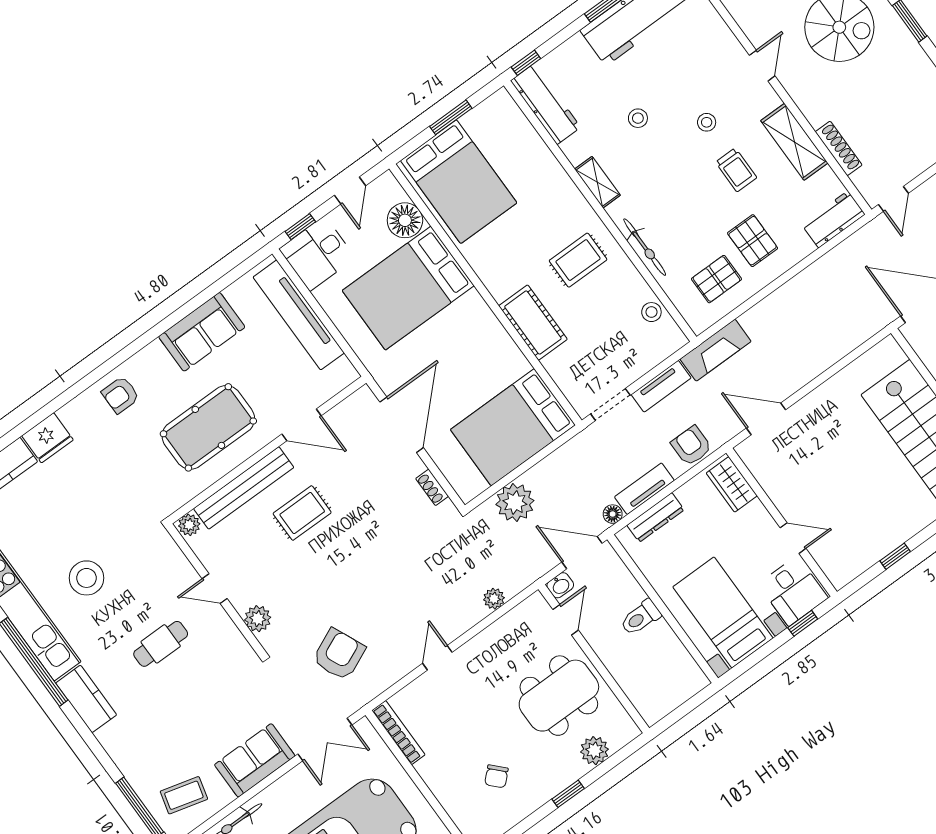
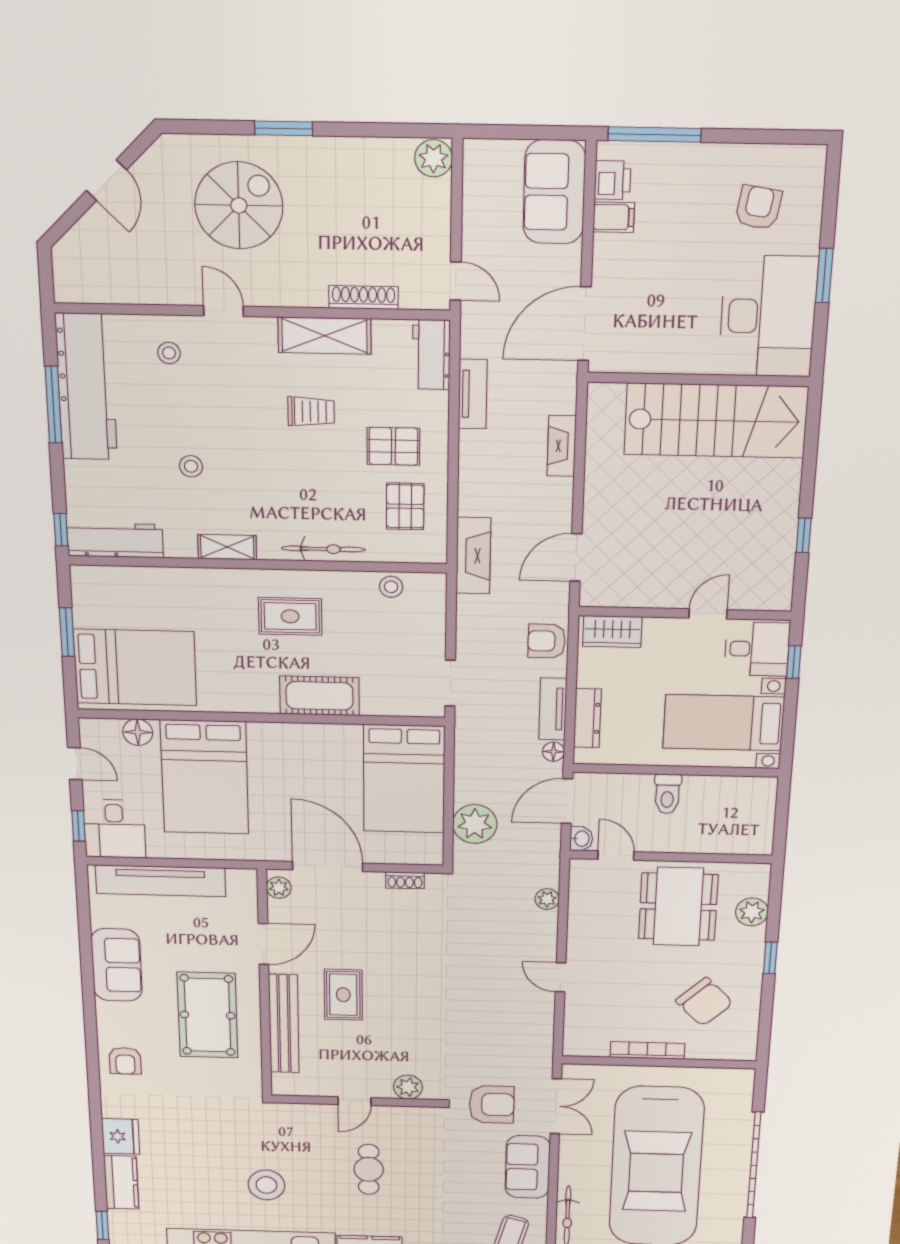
stool: (707, 122) -> (169, 353), moved
floor lamp: (405, 220) -> (138, 732), width x0.73, depth x0.73
rug: (578, 260) -> (290, 616), turned 90
fireplace: (836, 350) -> (562, 446), added
tv unit: (661, 386) -> (473, 394), moved
plant: (189, 525) -> (279, 888), moved
armchair: (339, 654) -> (492, 1104), moved, turned 114
bookcase: (398, 733) -> (647, 1050), moved
chair: (496, 776) -> (704, 1002), width x1.87, depth x1.87

